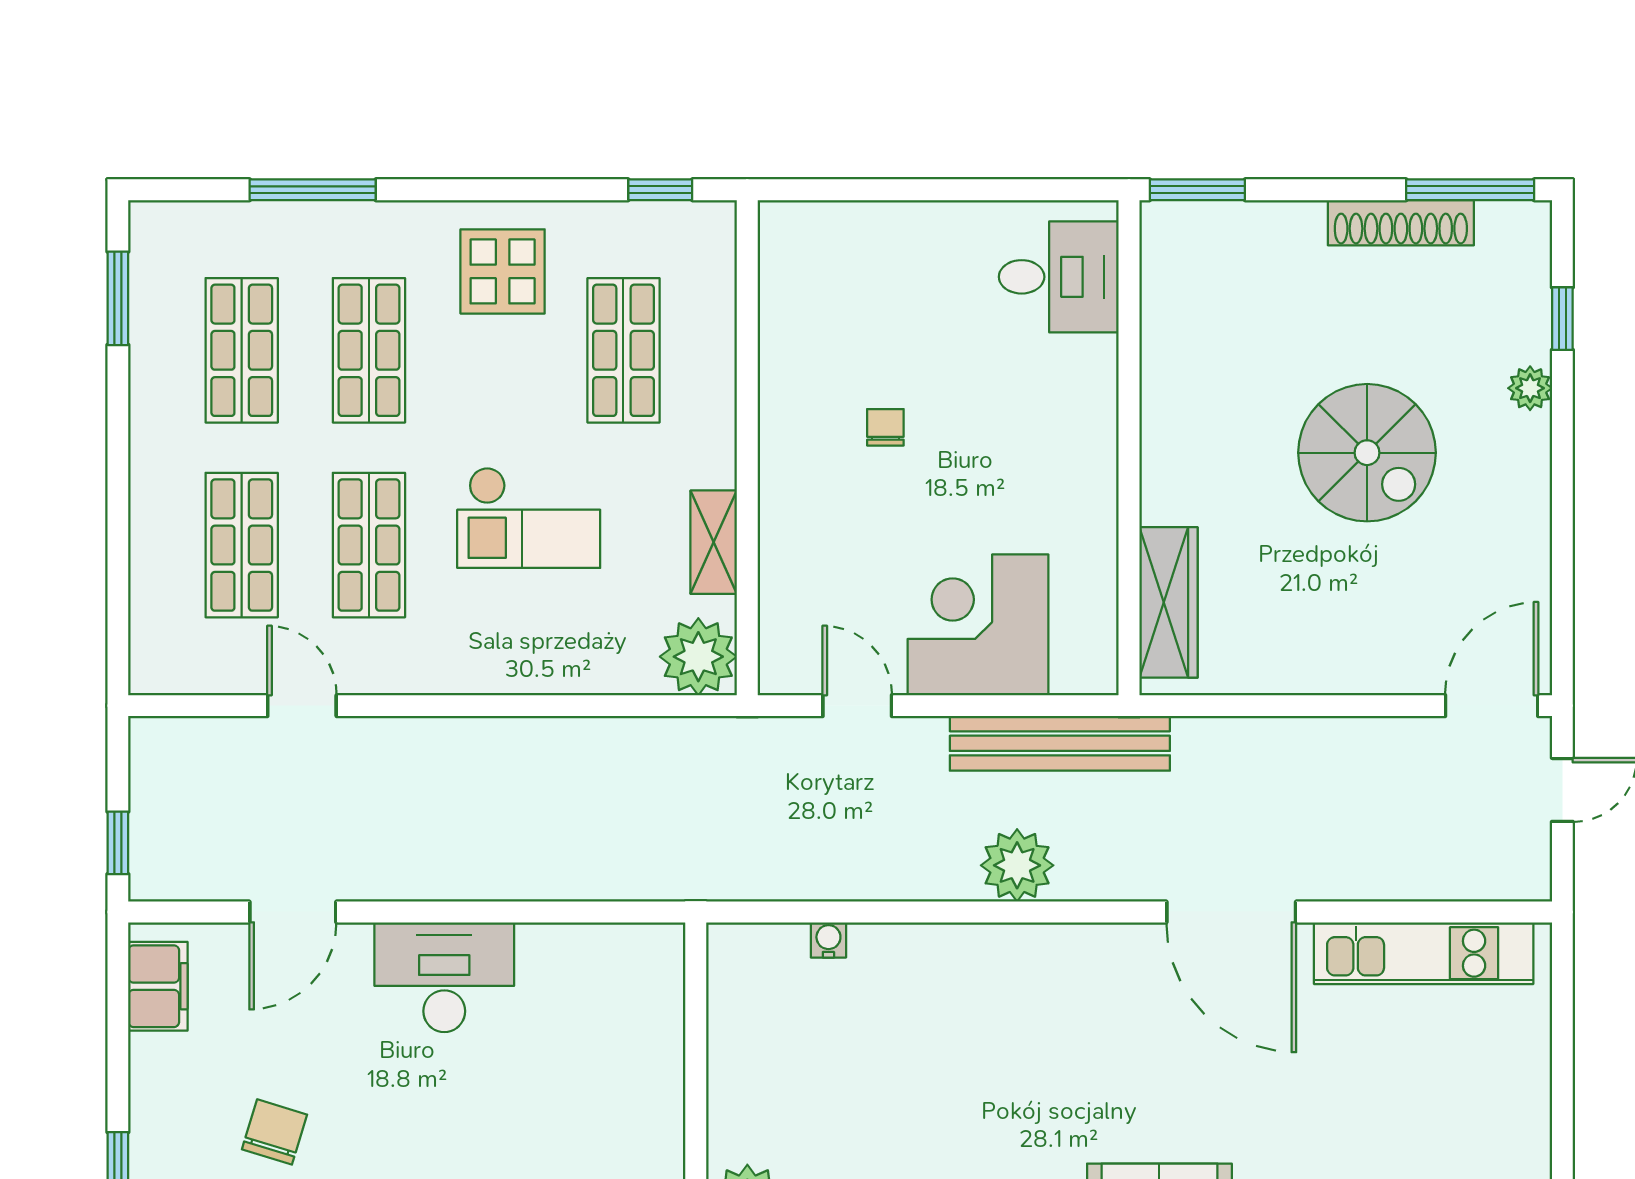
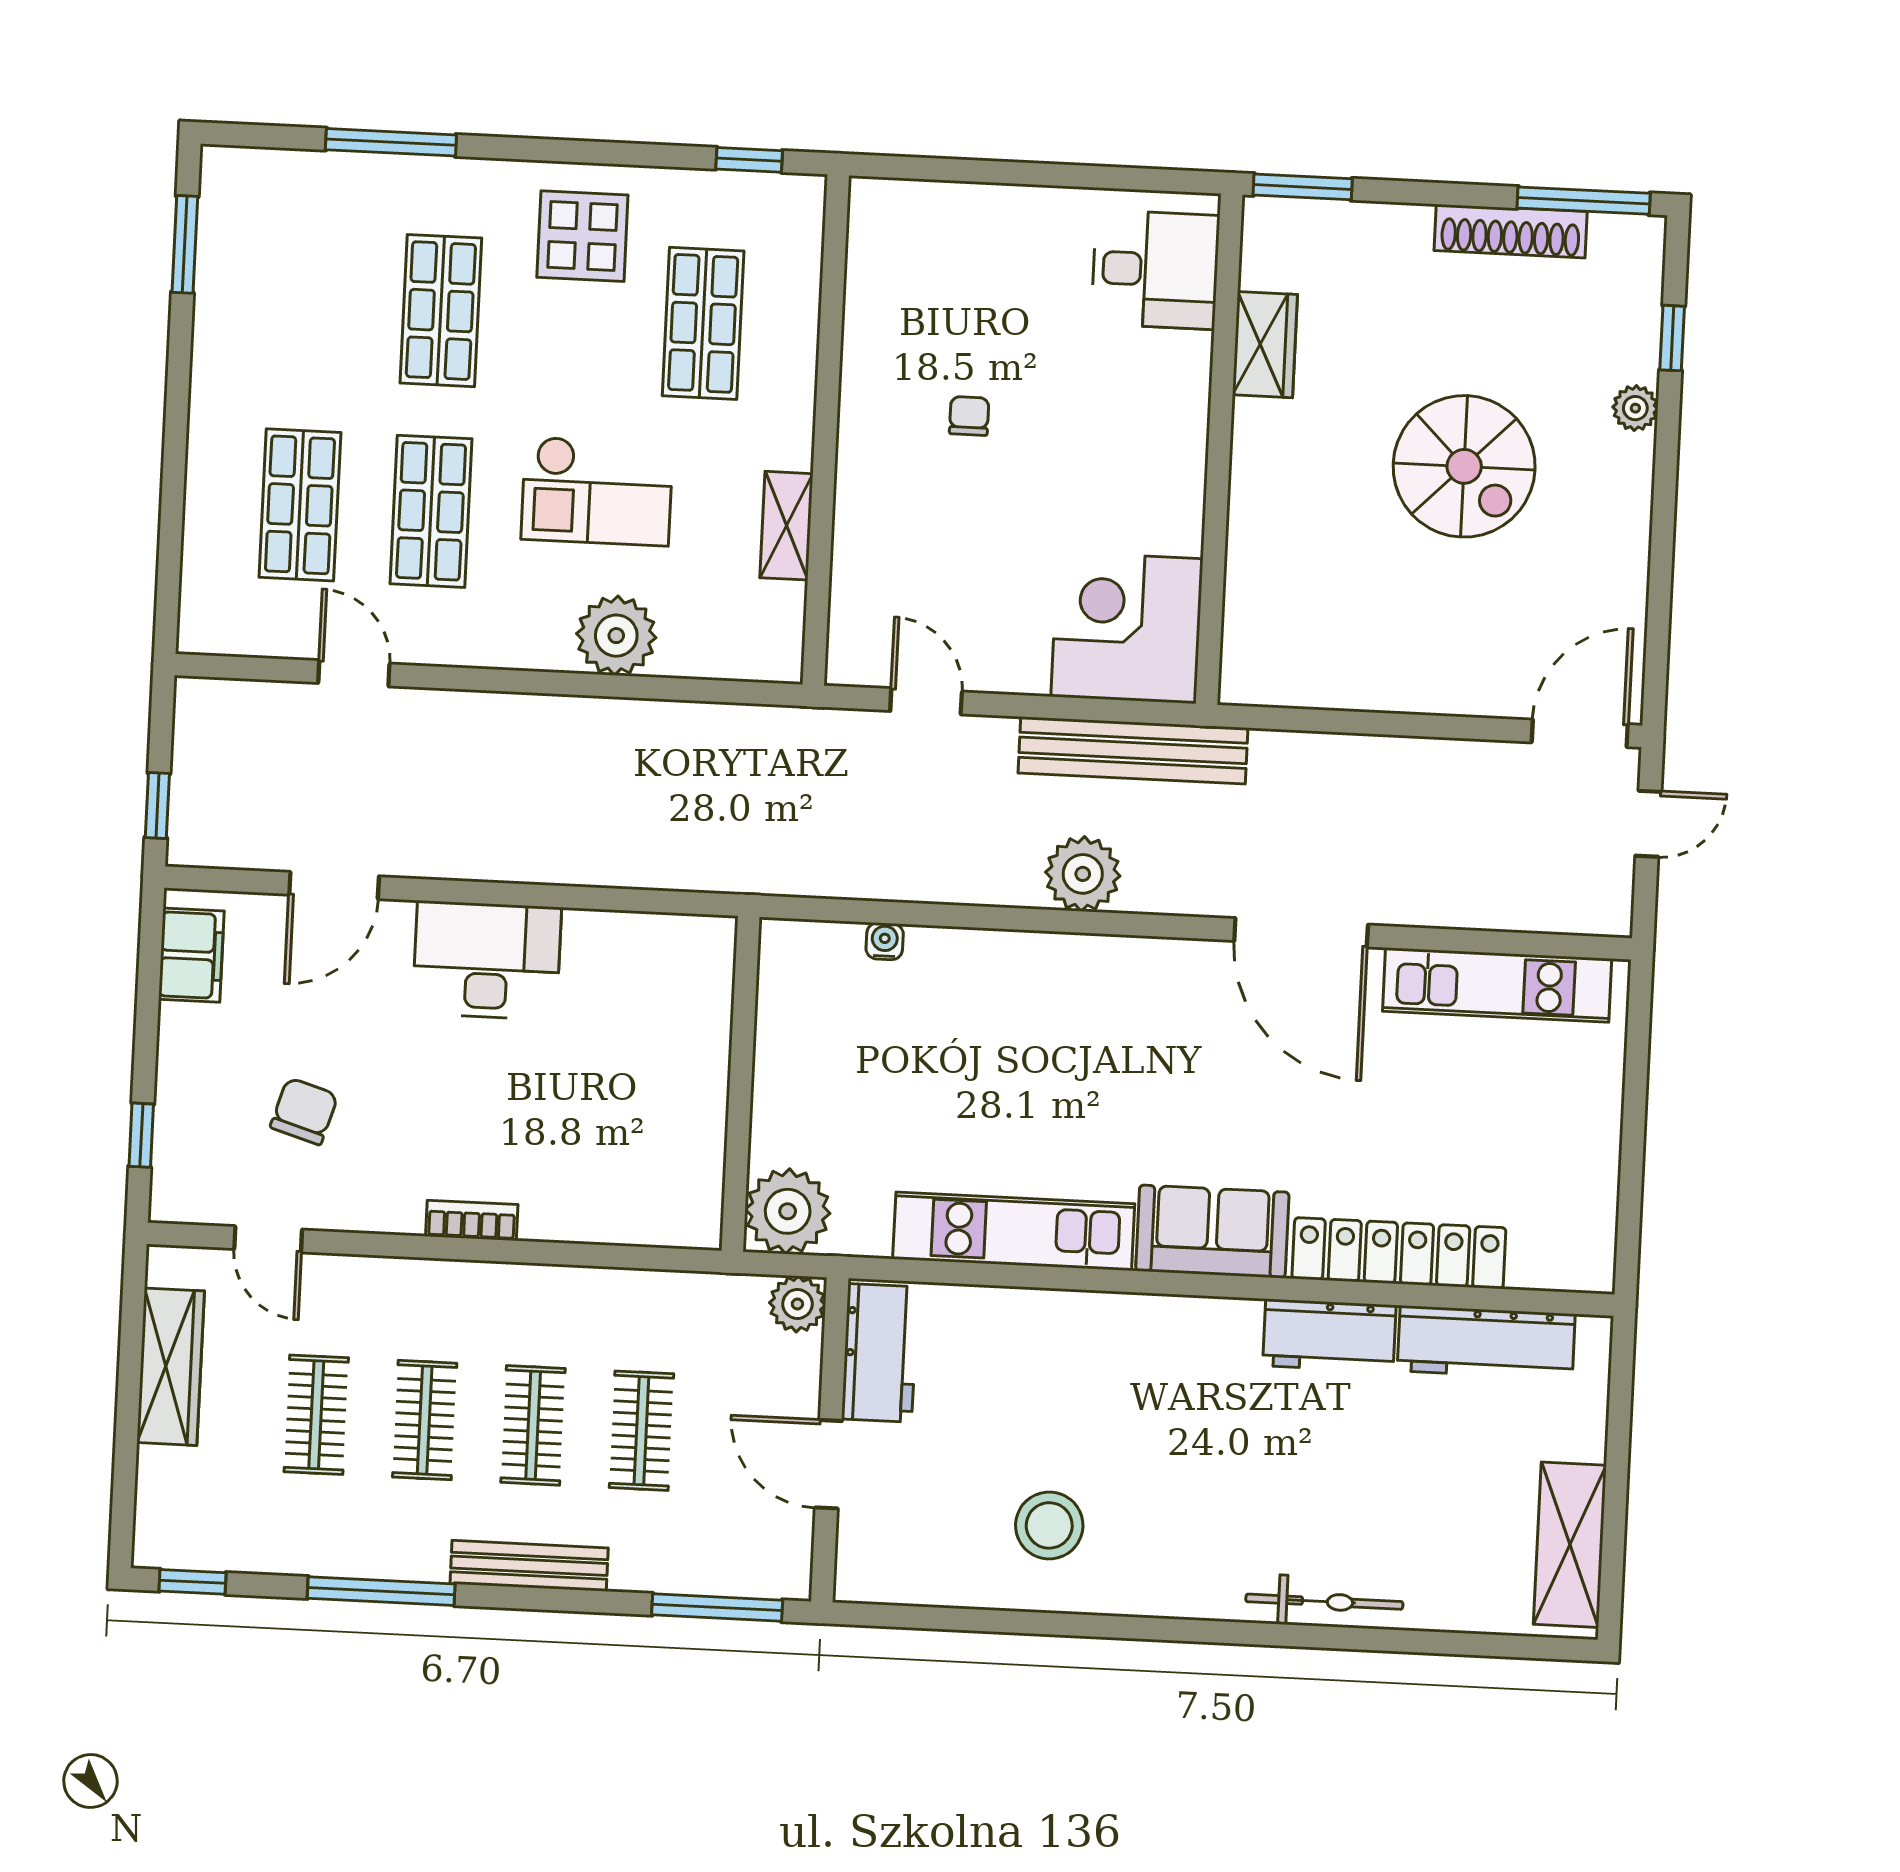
shop shelf: (242, 350) -> (310, 304), removed
wardrobe: (1168, 602) -> (1265, 345), moved, width x0.67
corner desk: (978, 625) -> (1127, 628), moved
plant: (698, 657) -> (616, 636), moved

